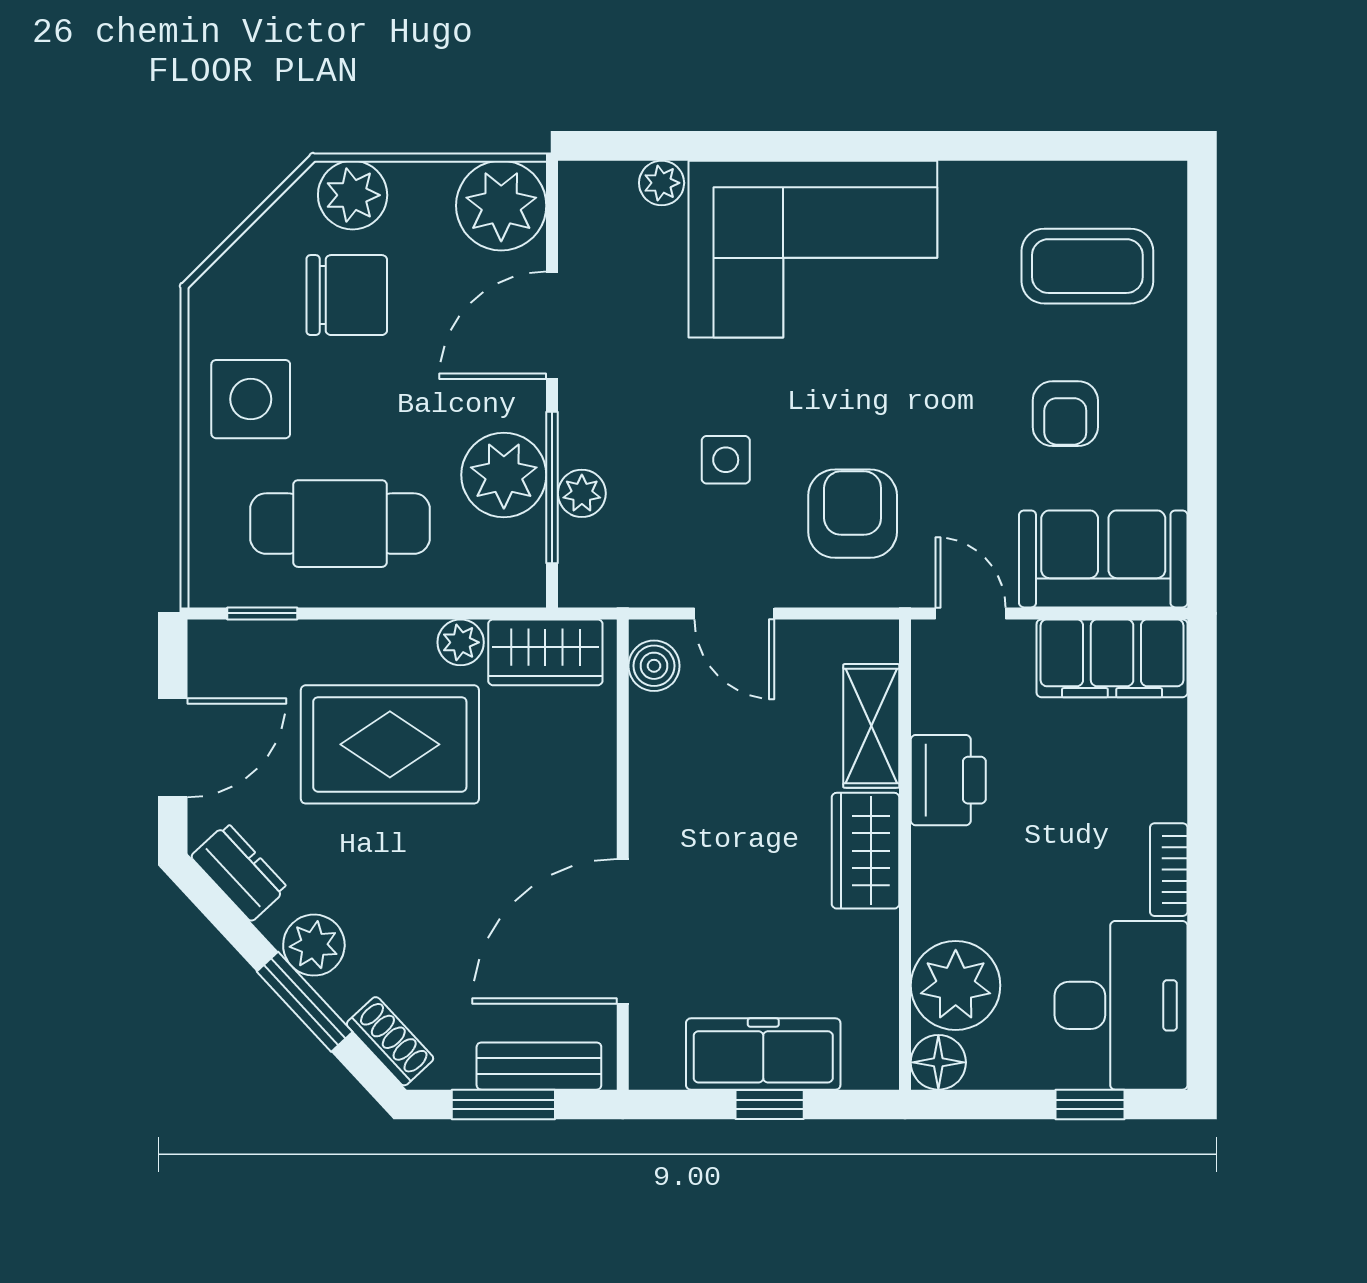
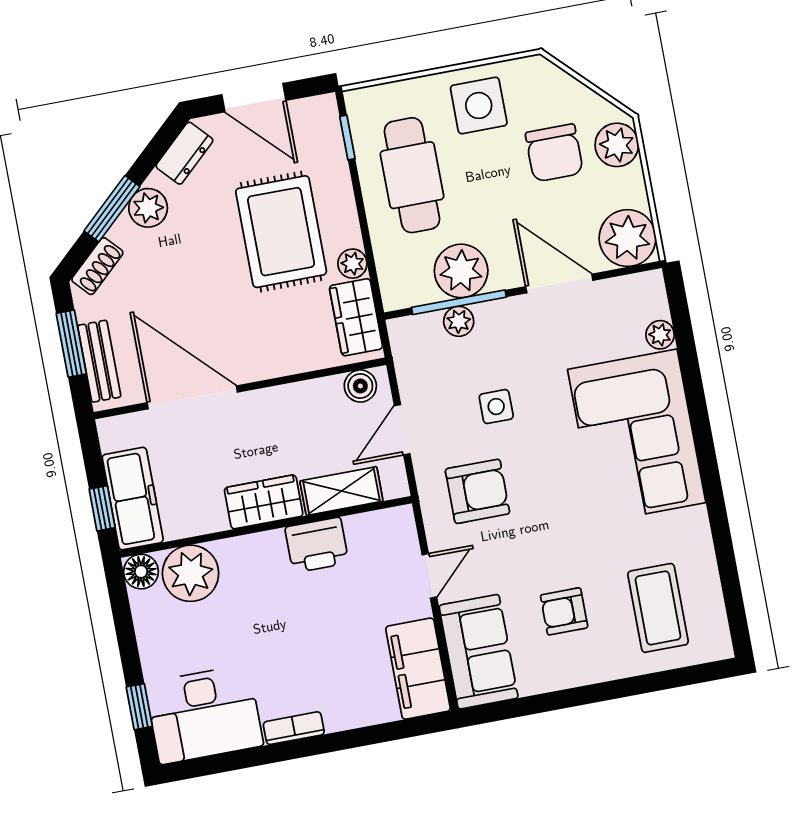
shelving: (871, 726) -> (341, 491), moved
printer: (948, 780) -> (317, 545), moved
wardrobe: (866, 851) -> (264, 502), moved
wall: (905, 855) -> (266, 527), moved
plant: (956, 985) -> (191, 573), moved
floor lamp: (938, 1062) -> (141, 572), moved

